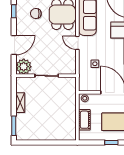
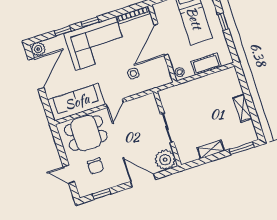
shelving: (43, 136) -> (242, 108), added

